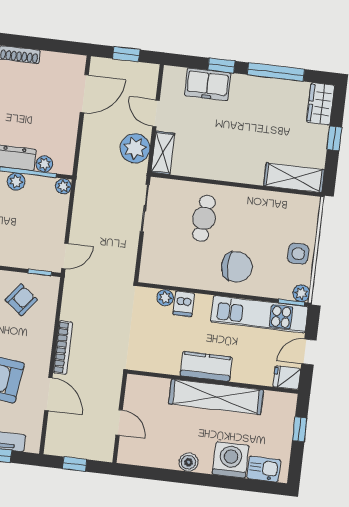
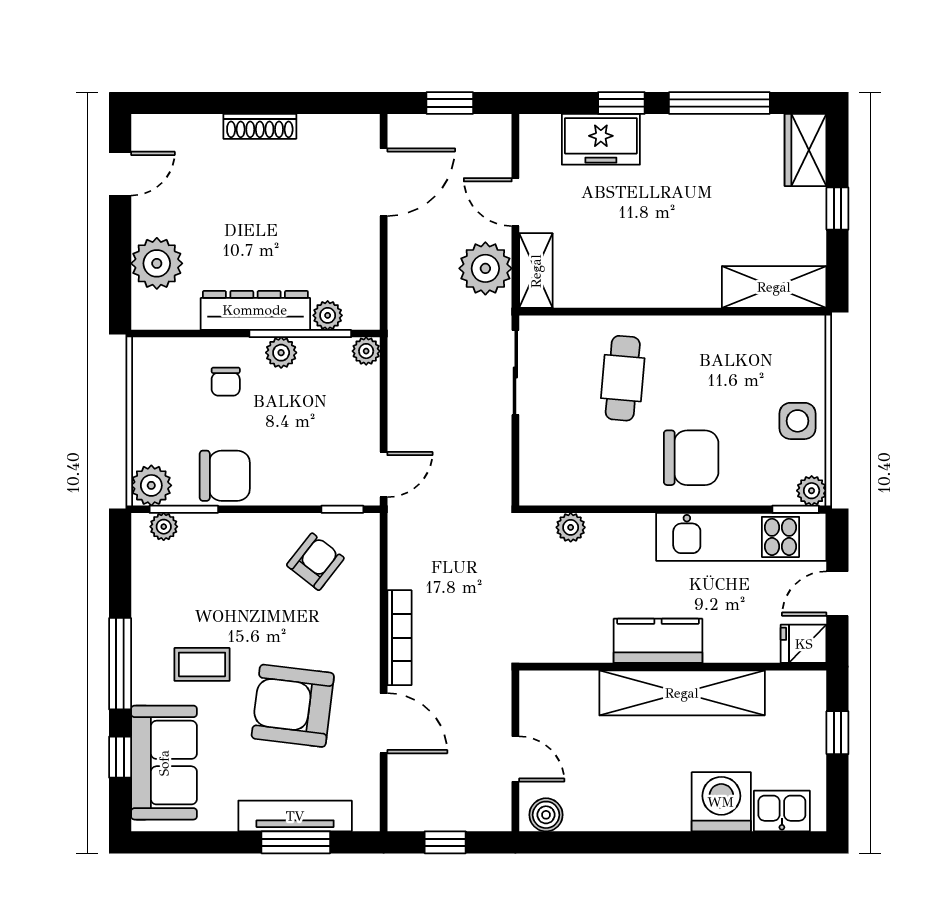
dishwasher: (184, 304) -> (605, 534), removed
boiler: (188, 462) -> (546, 815), moved

